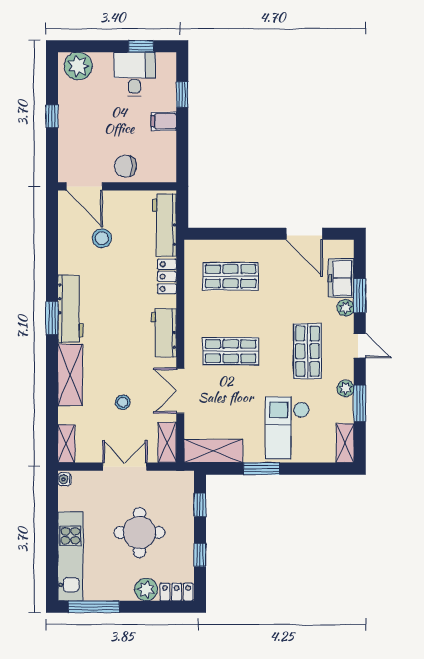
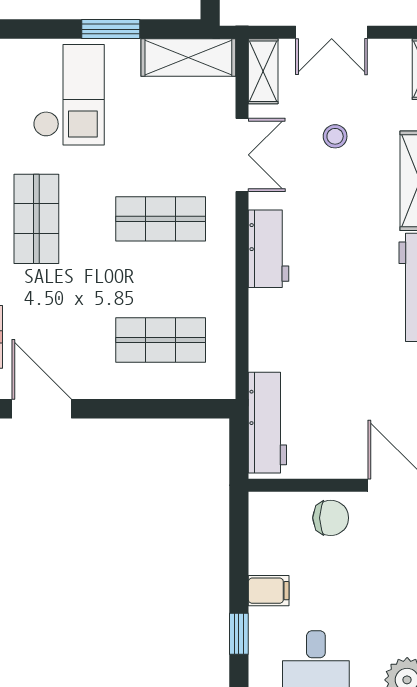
stool: (102, 238) -> (369, 402), removed
locker: (167, 277) -> (264, 340), removed

